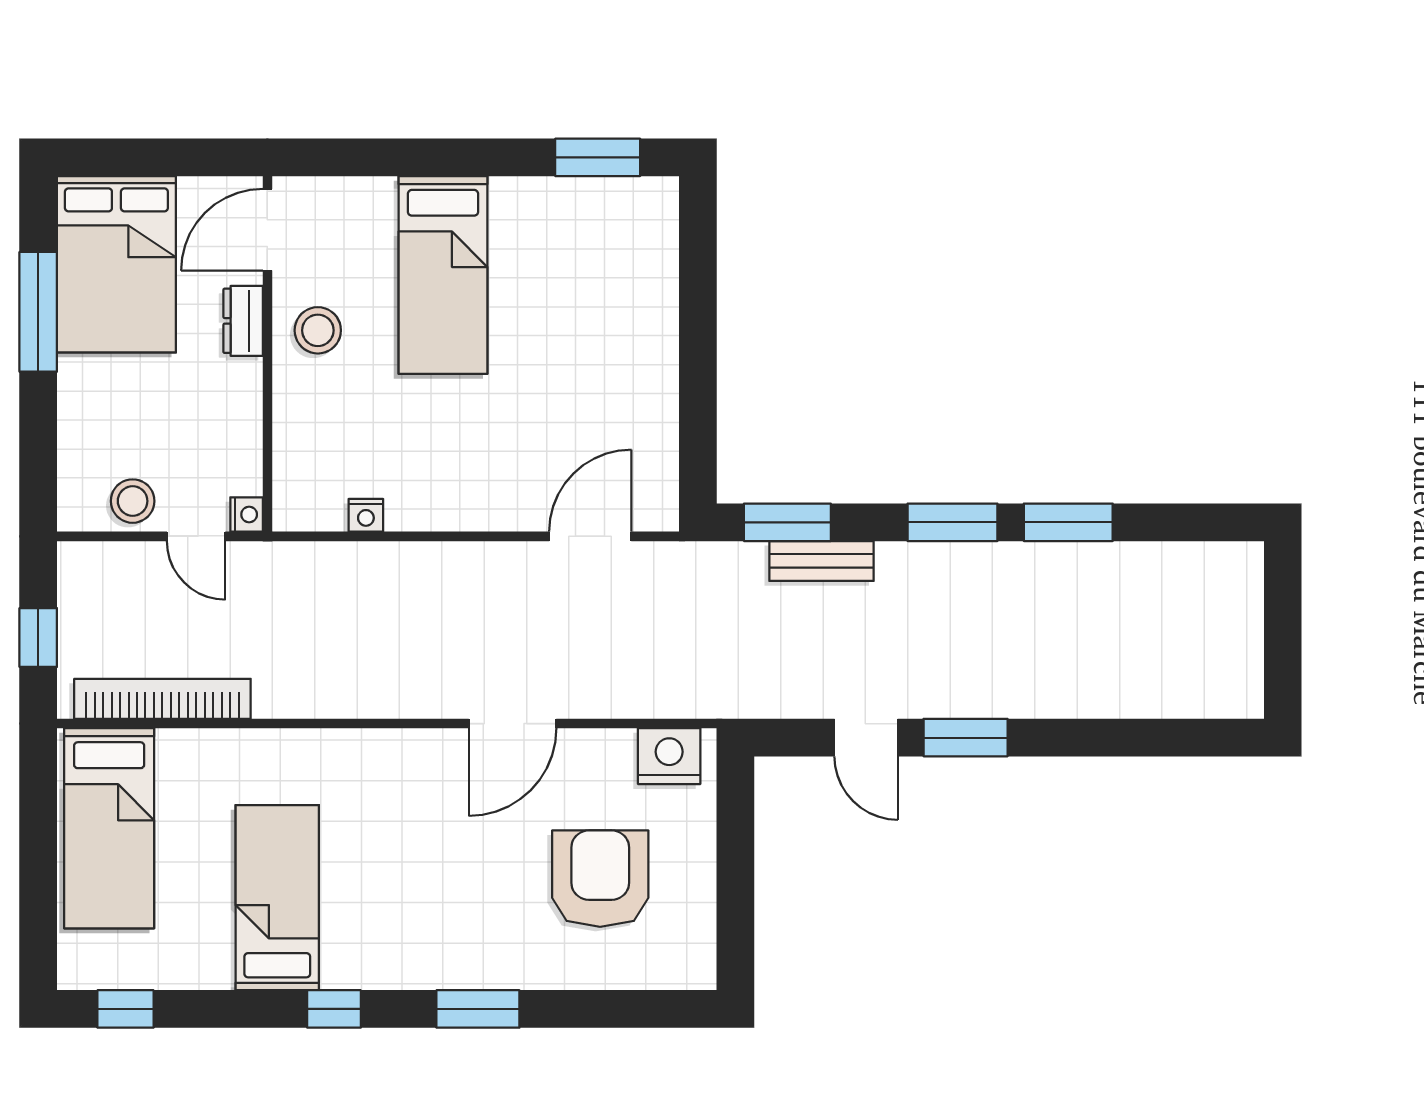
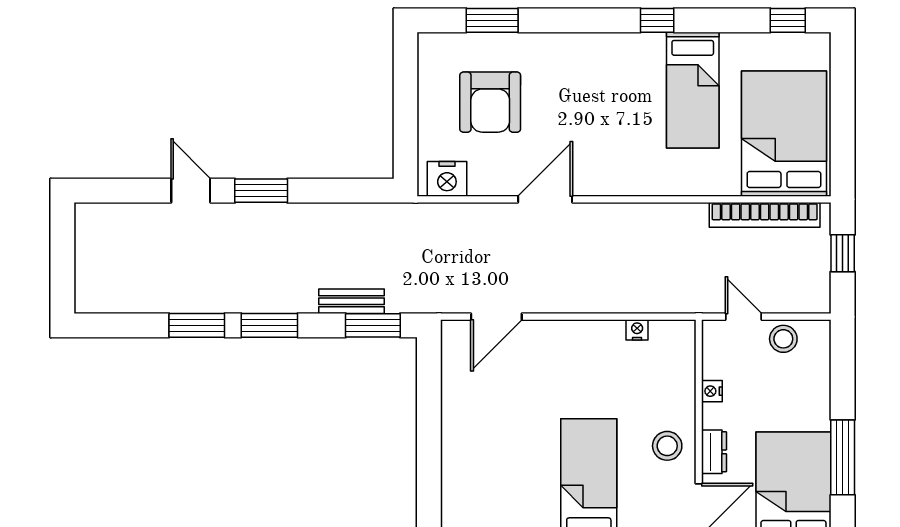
nightstand: (247, 514) -> (712, 391), moved
door: (866, 738) -> (191, 191), moved
bed: (109, 828) -> (784, 134), width x1.50
window: (478, 1009) -> (492, 20), moved

